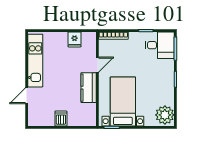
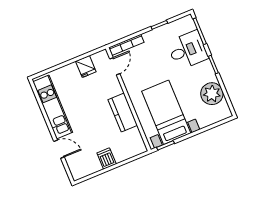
desk: (160, 45) -> (188, 50), moved
door: (97, 65) -> (115, 66), moved
door: (27, 96) -> (59, 149), swing flipped
plant: (165, 115) -> (212, 94), moved

